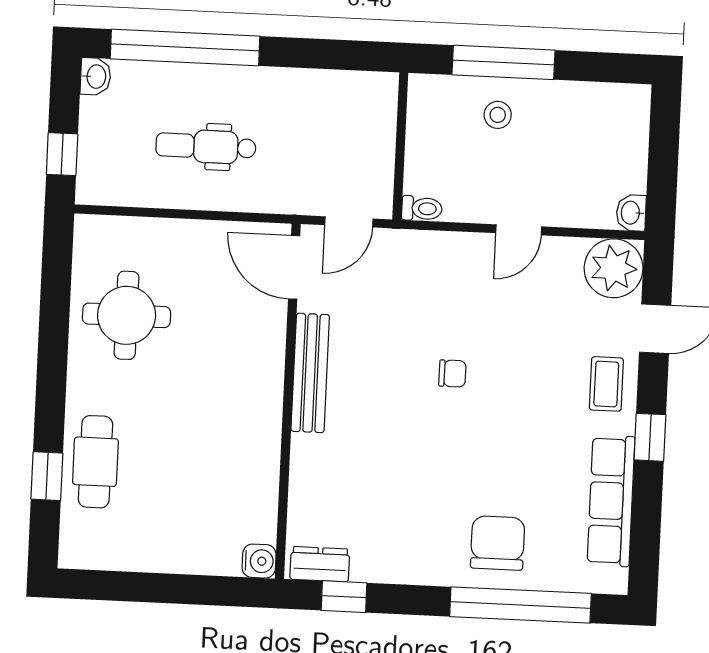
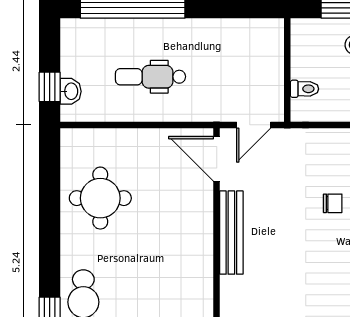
washbasin: (96, 77) -> (71, 91), moved
toilet: (422, 209) -> (304, 89), moved
chair: (452, 373) -> (333, 203), moved

